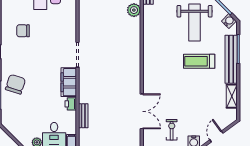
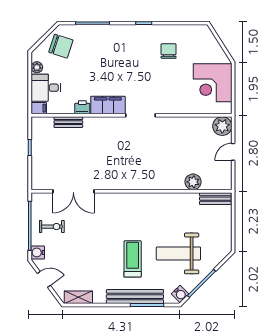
chair: (15, 84) -> (61, 46), moved
shelving: (232, 96) -> (78, 297), moved

